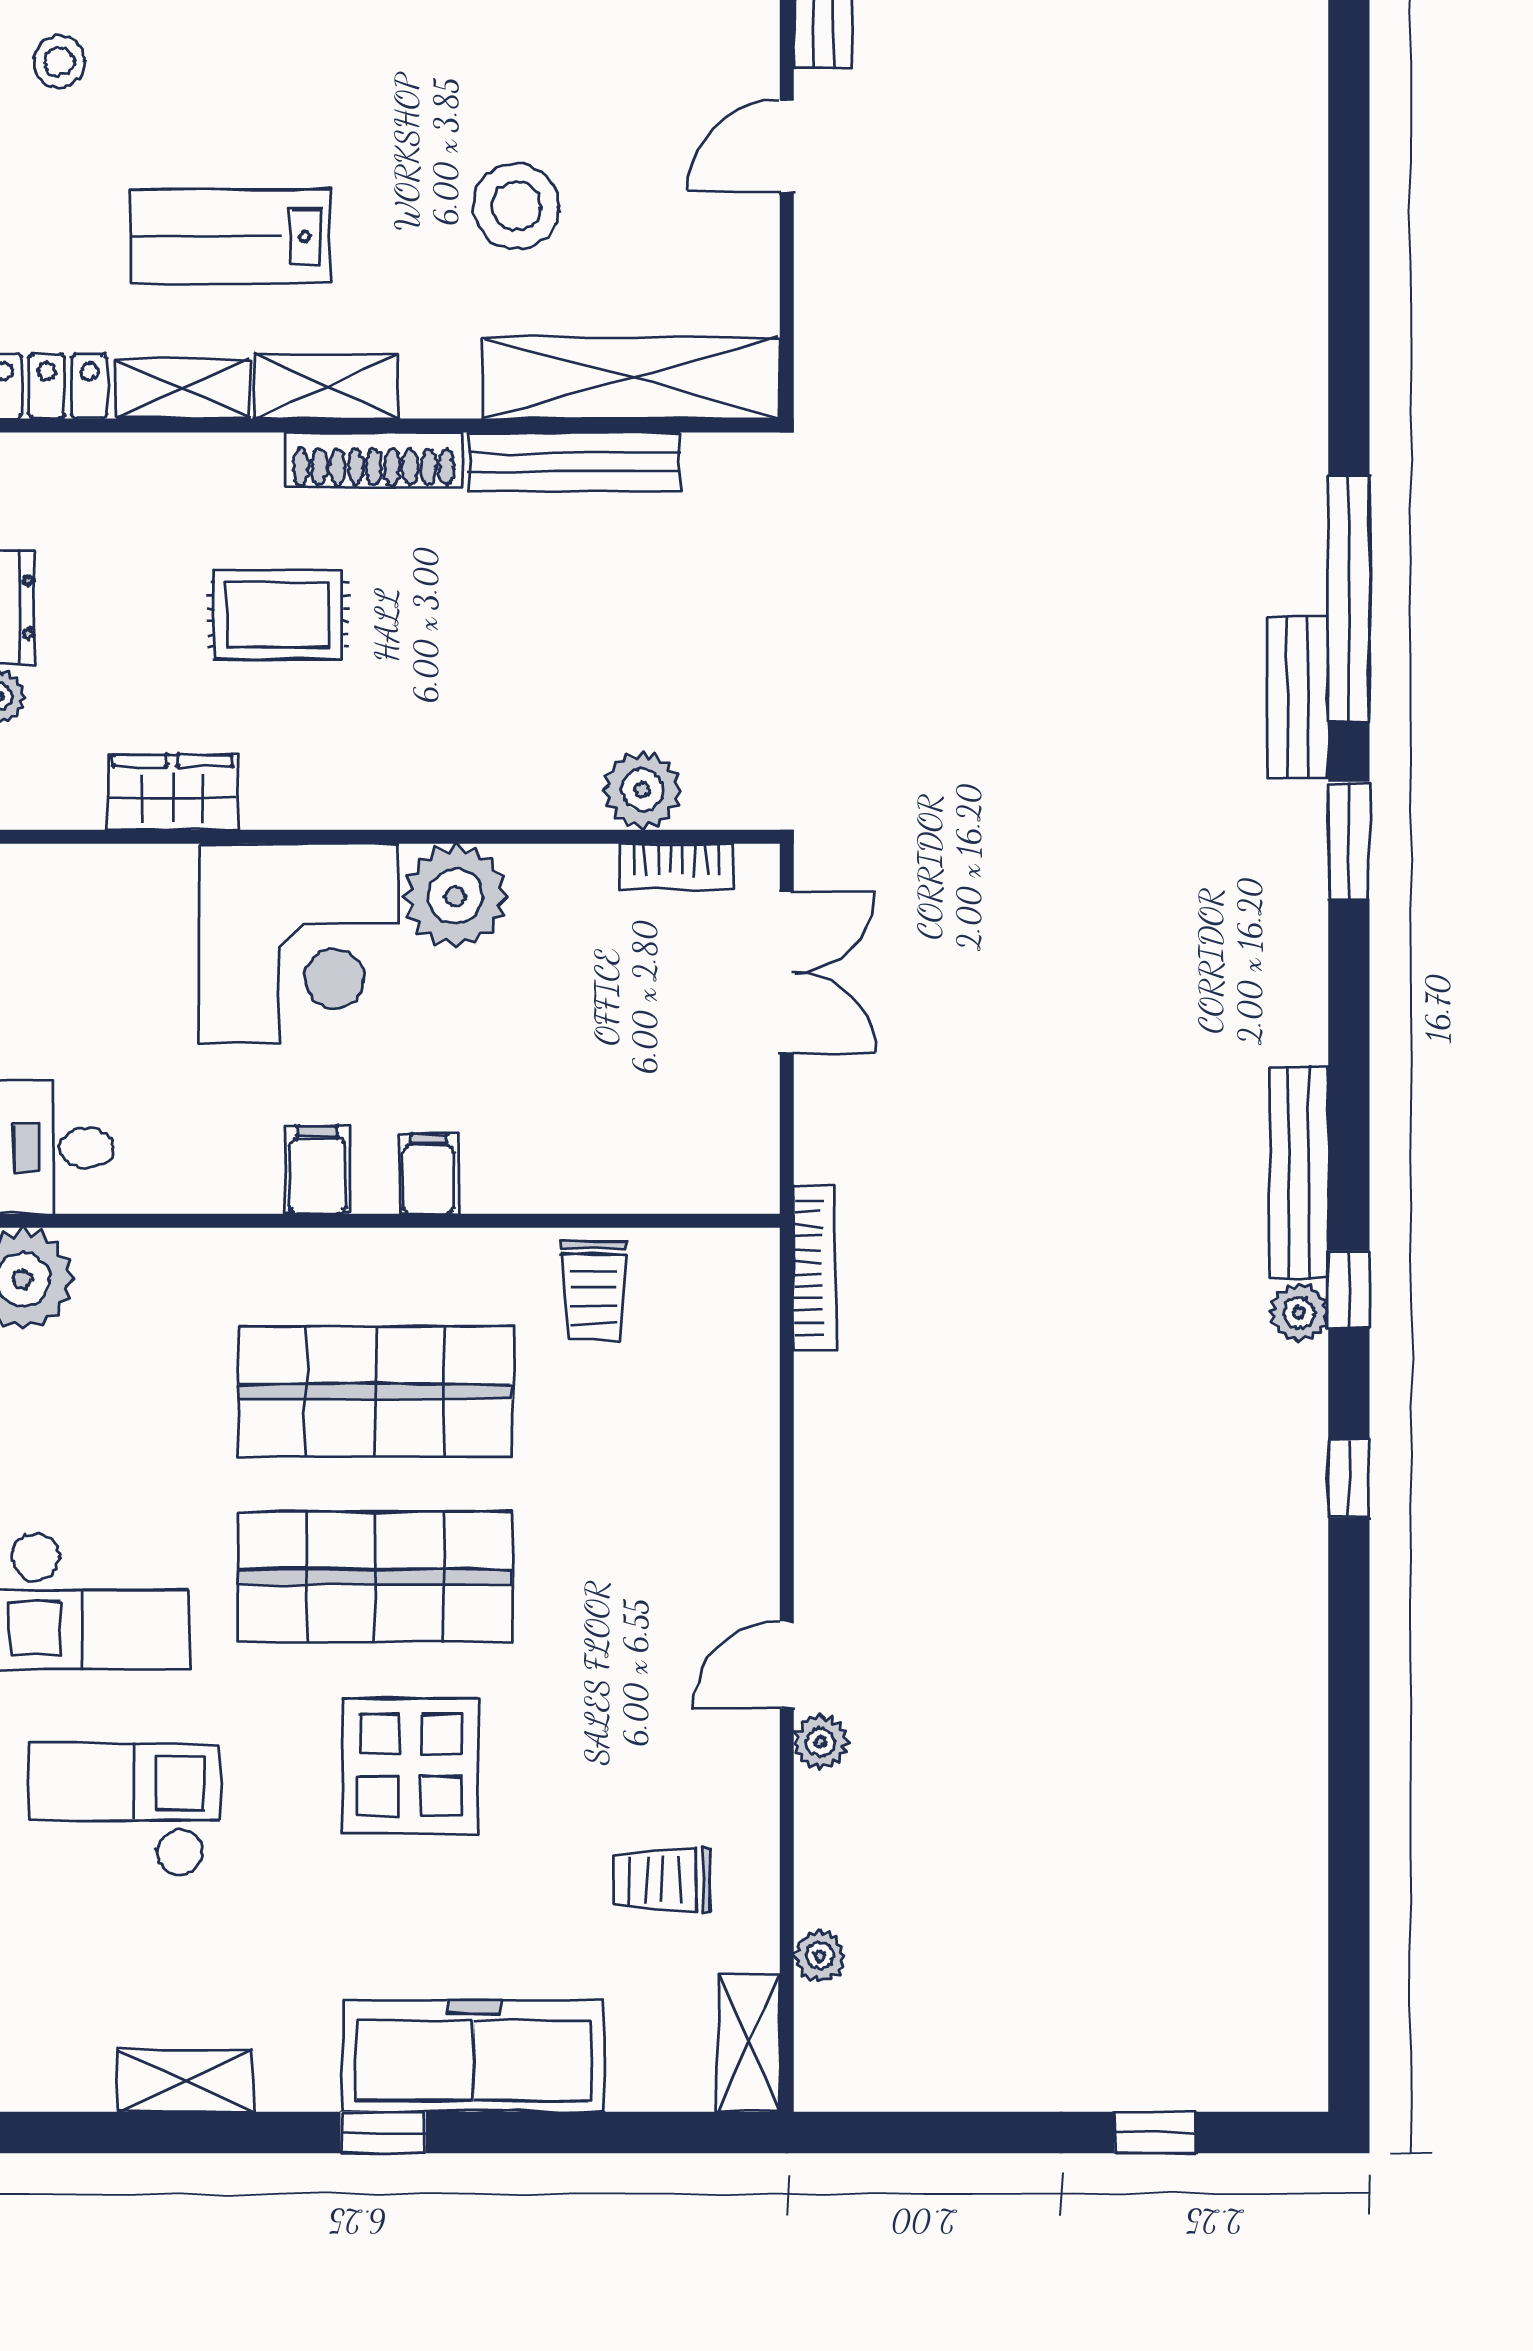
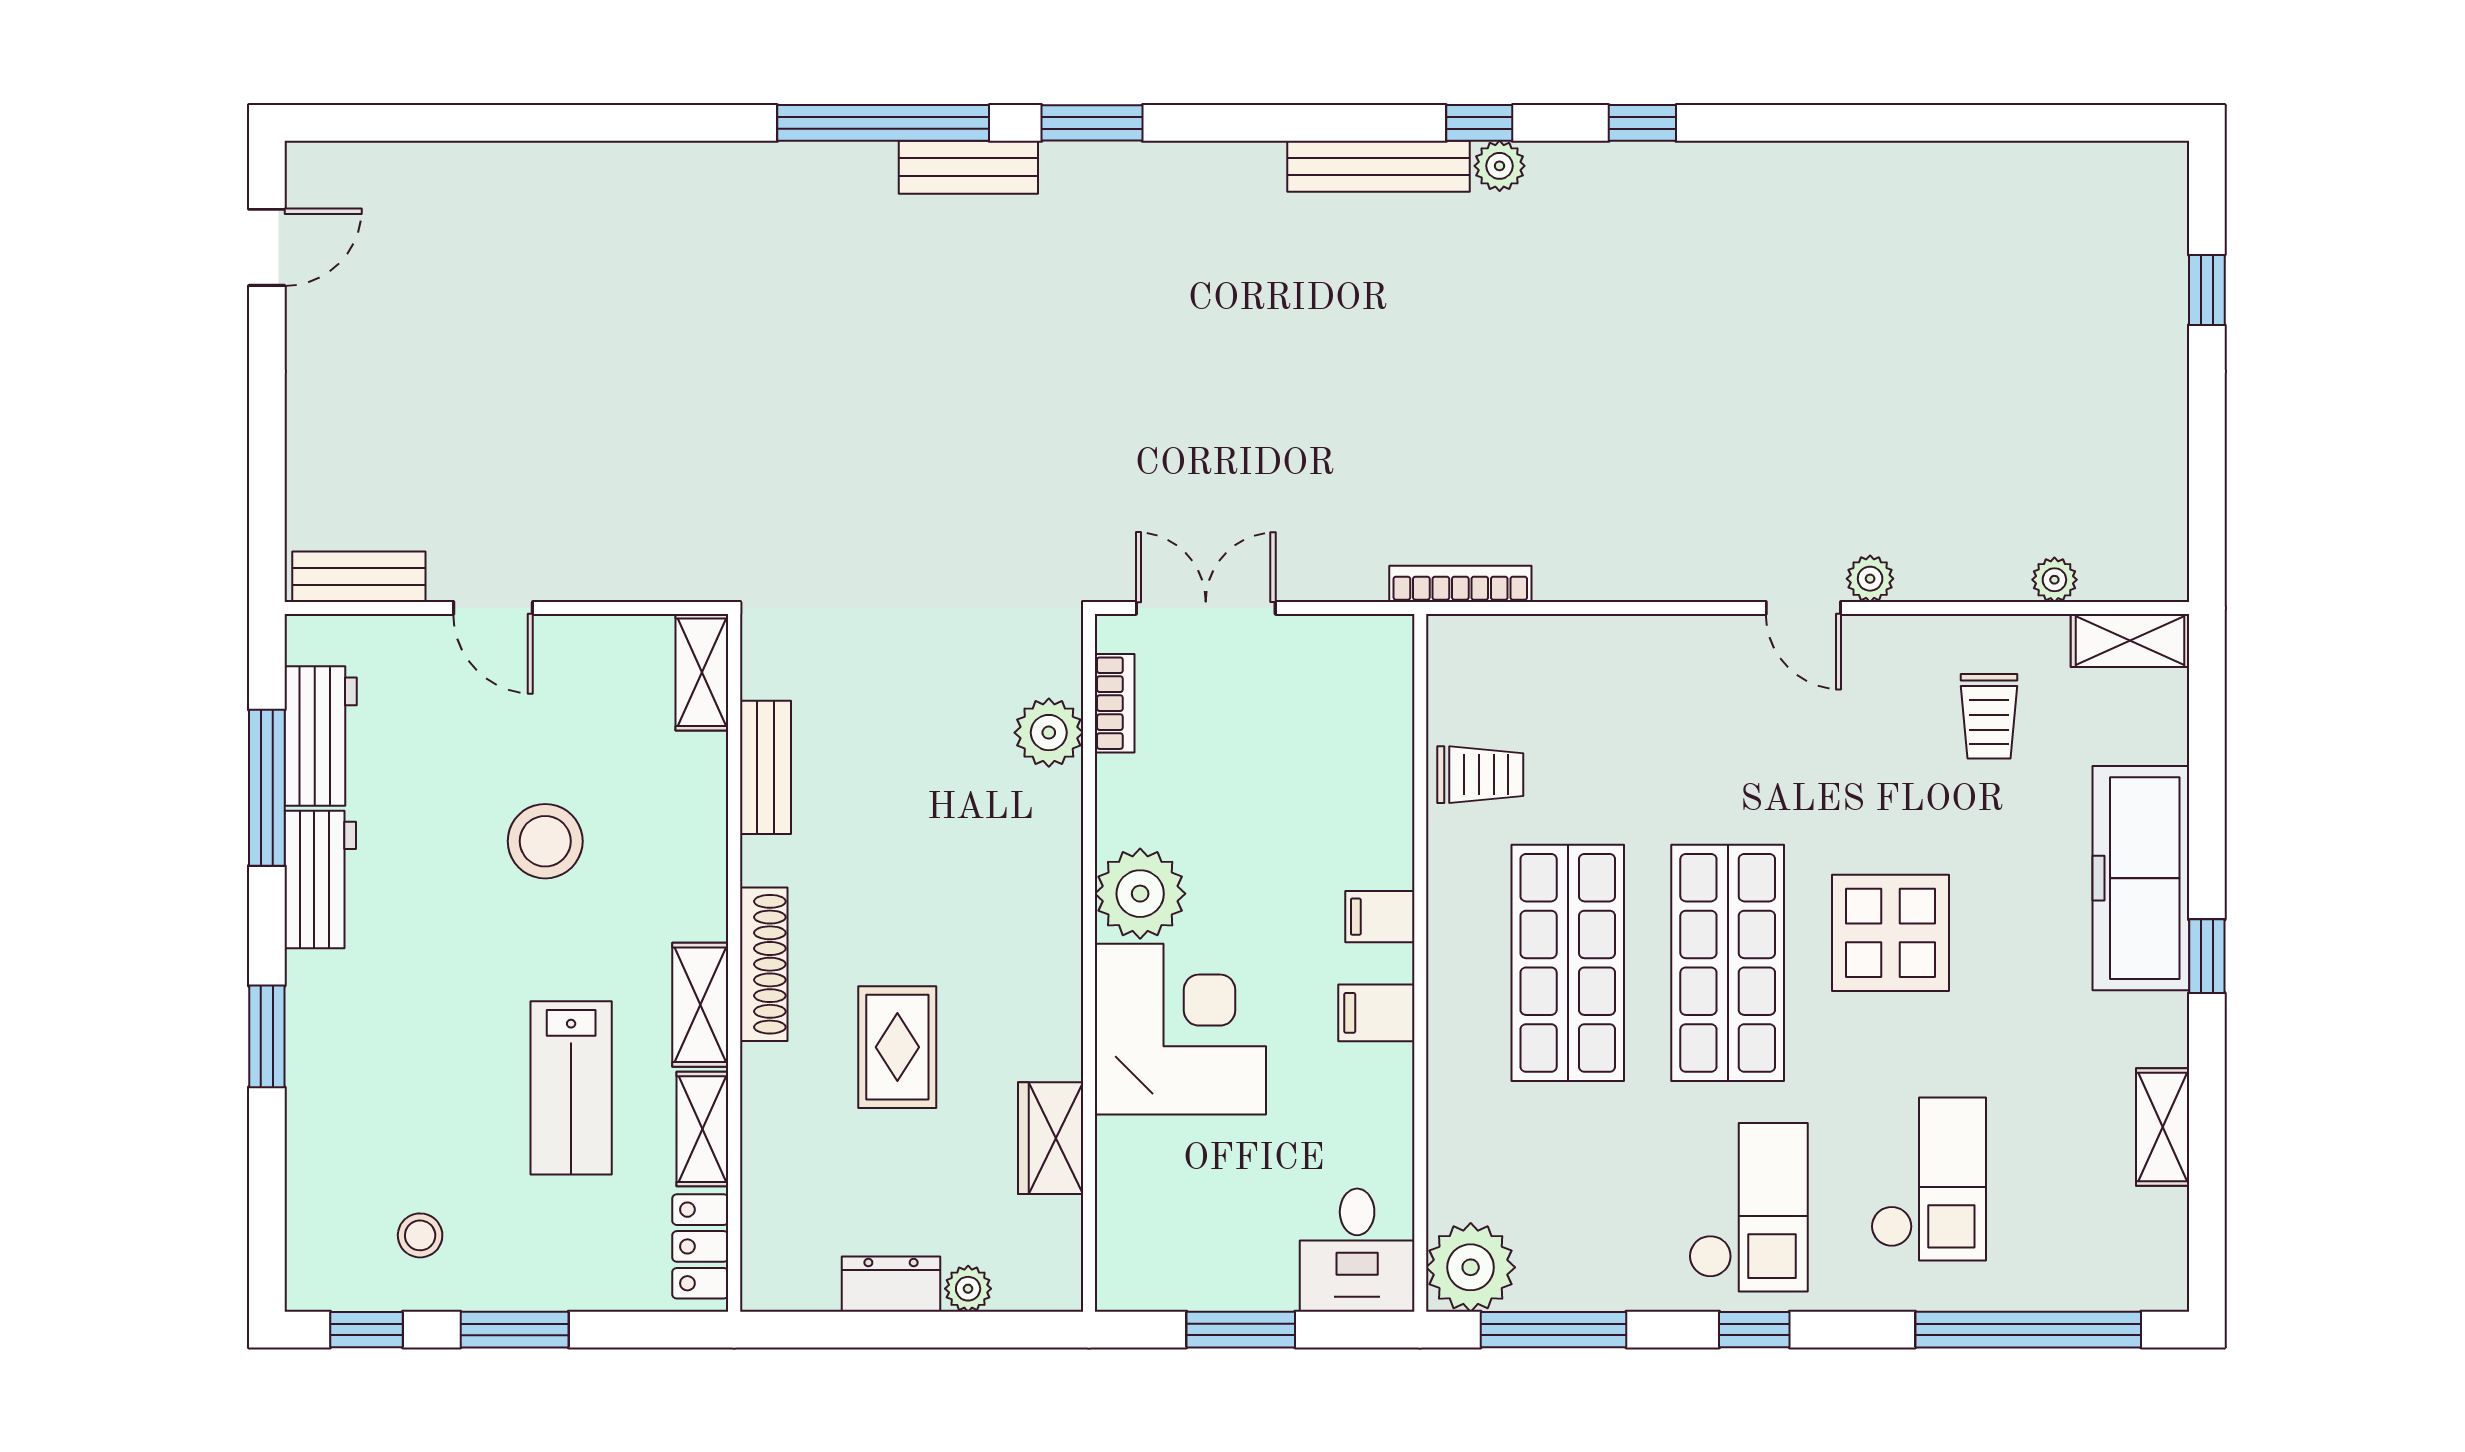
shelving: (631, 378) -> (702, 672), width x0.45, depth x0.75
bench: (574, 462) -> (765, 767), width x0.73
checkout: (125, 1810) -> (1928, 1179), turned 180

